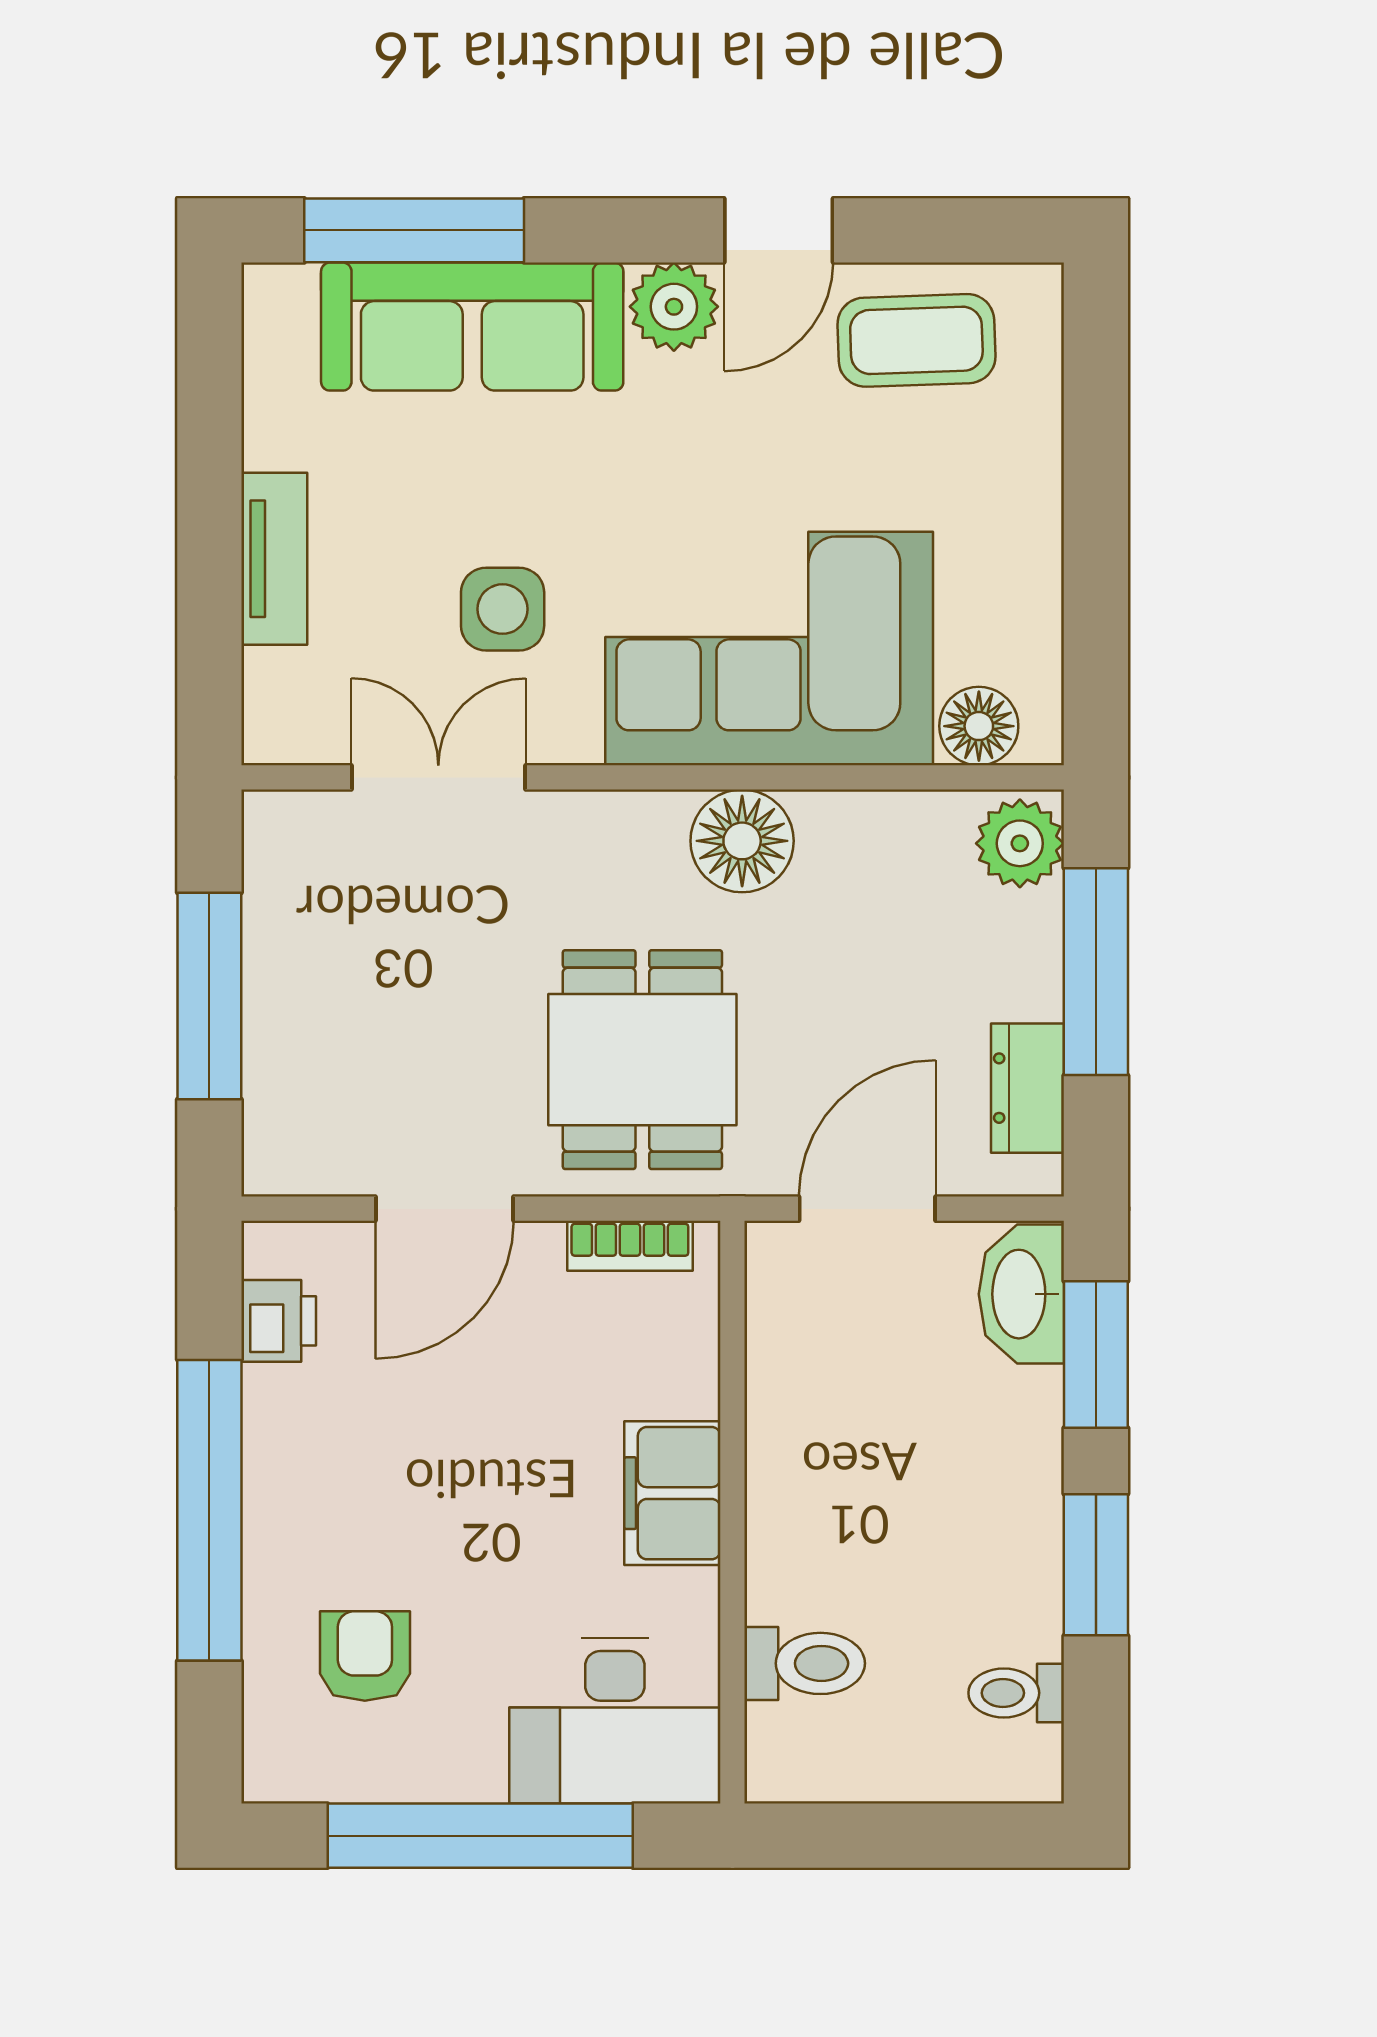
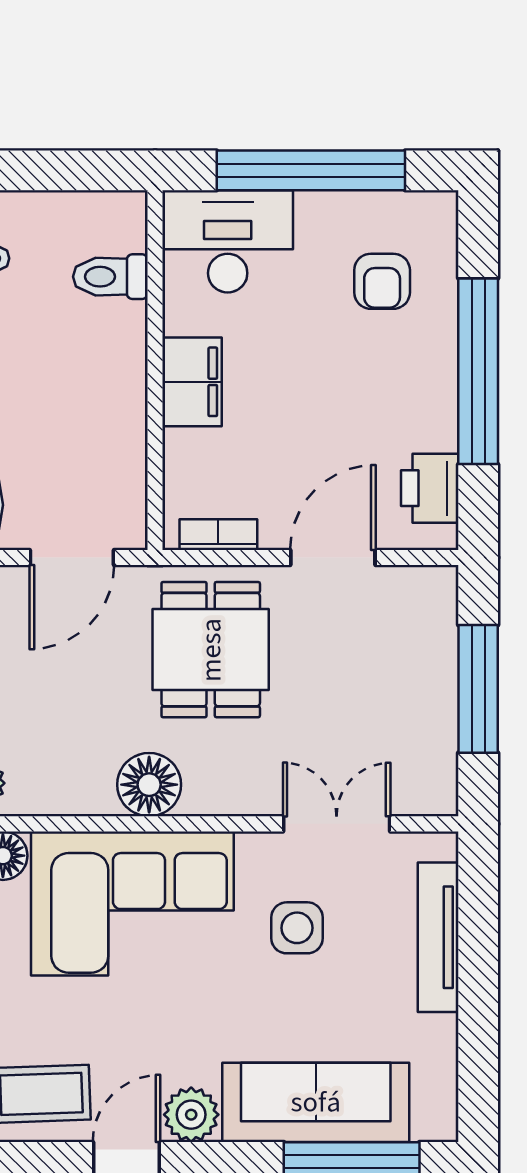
tv unit: (274, 559) -> (438, 937), width x1.41
double door: (438, 777) -> (337, 824), swing flipped
printer: (279, 1321) -> (430, 488), width x1.36, depth x1.24

